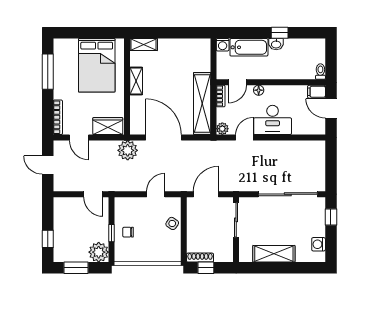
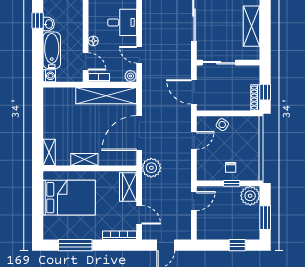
desk: (273, 120) -> (122, 22), width x0.73
door: (79, 138) -> (139, 215), hinge flipped
door: (156, 194) -> (194, 140), swing flipped

